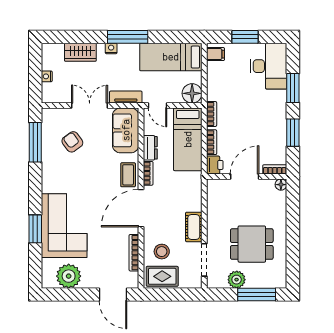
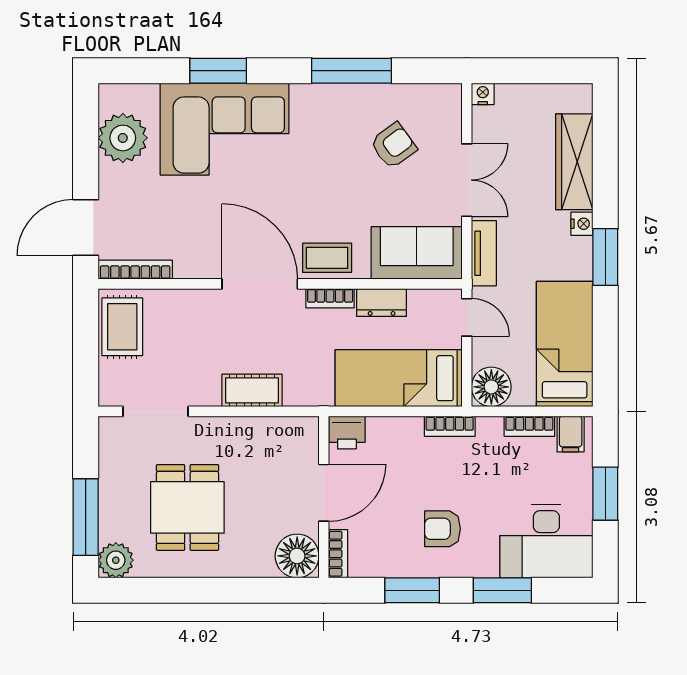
window: (128, 37) -> (605, 257), width x0.69
wardrobe: (80, 52) -> (574, 162), width x1.50
nightstand: (47, 76) -> (483, 94), moved
door: (158, 106) -> (467, 317), swing flipped
armchair: (262, 118) -> (442, 529), added
window: (35, 142) -> (351, 71), moved
bookcase: (212, 142) -> (529, 426), moved
door: (245, 176) -> (324, 493), hinge flipped
floor lamp: (281, 185) -> (297, 556), width x1.89, depth x1.89
cot: (194, 227) -> (252, 390), moved
stool: (162, 252) -> (172, 326), removed
bookcase: (134, 253) -> (135, 270), moved
plant: (237, 280) -> (116, 560), moved

